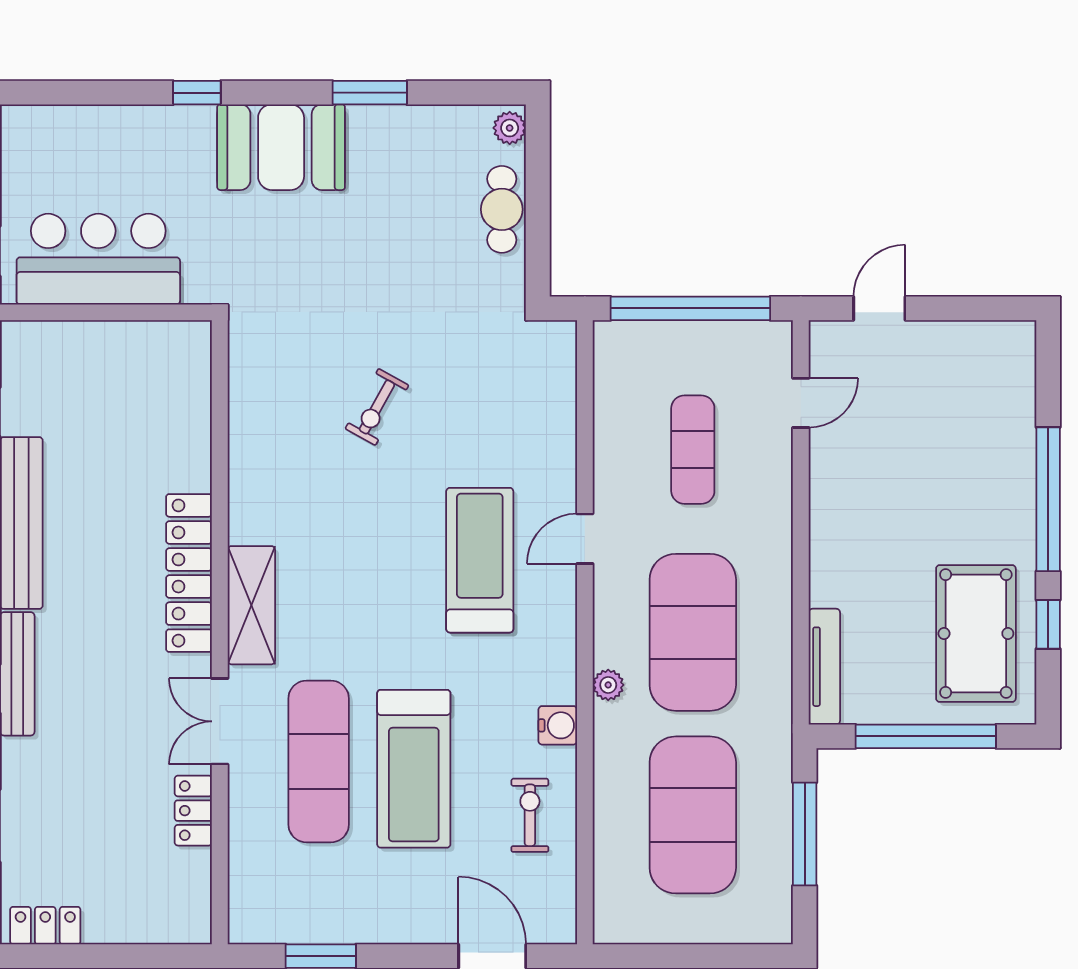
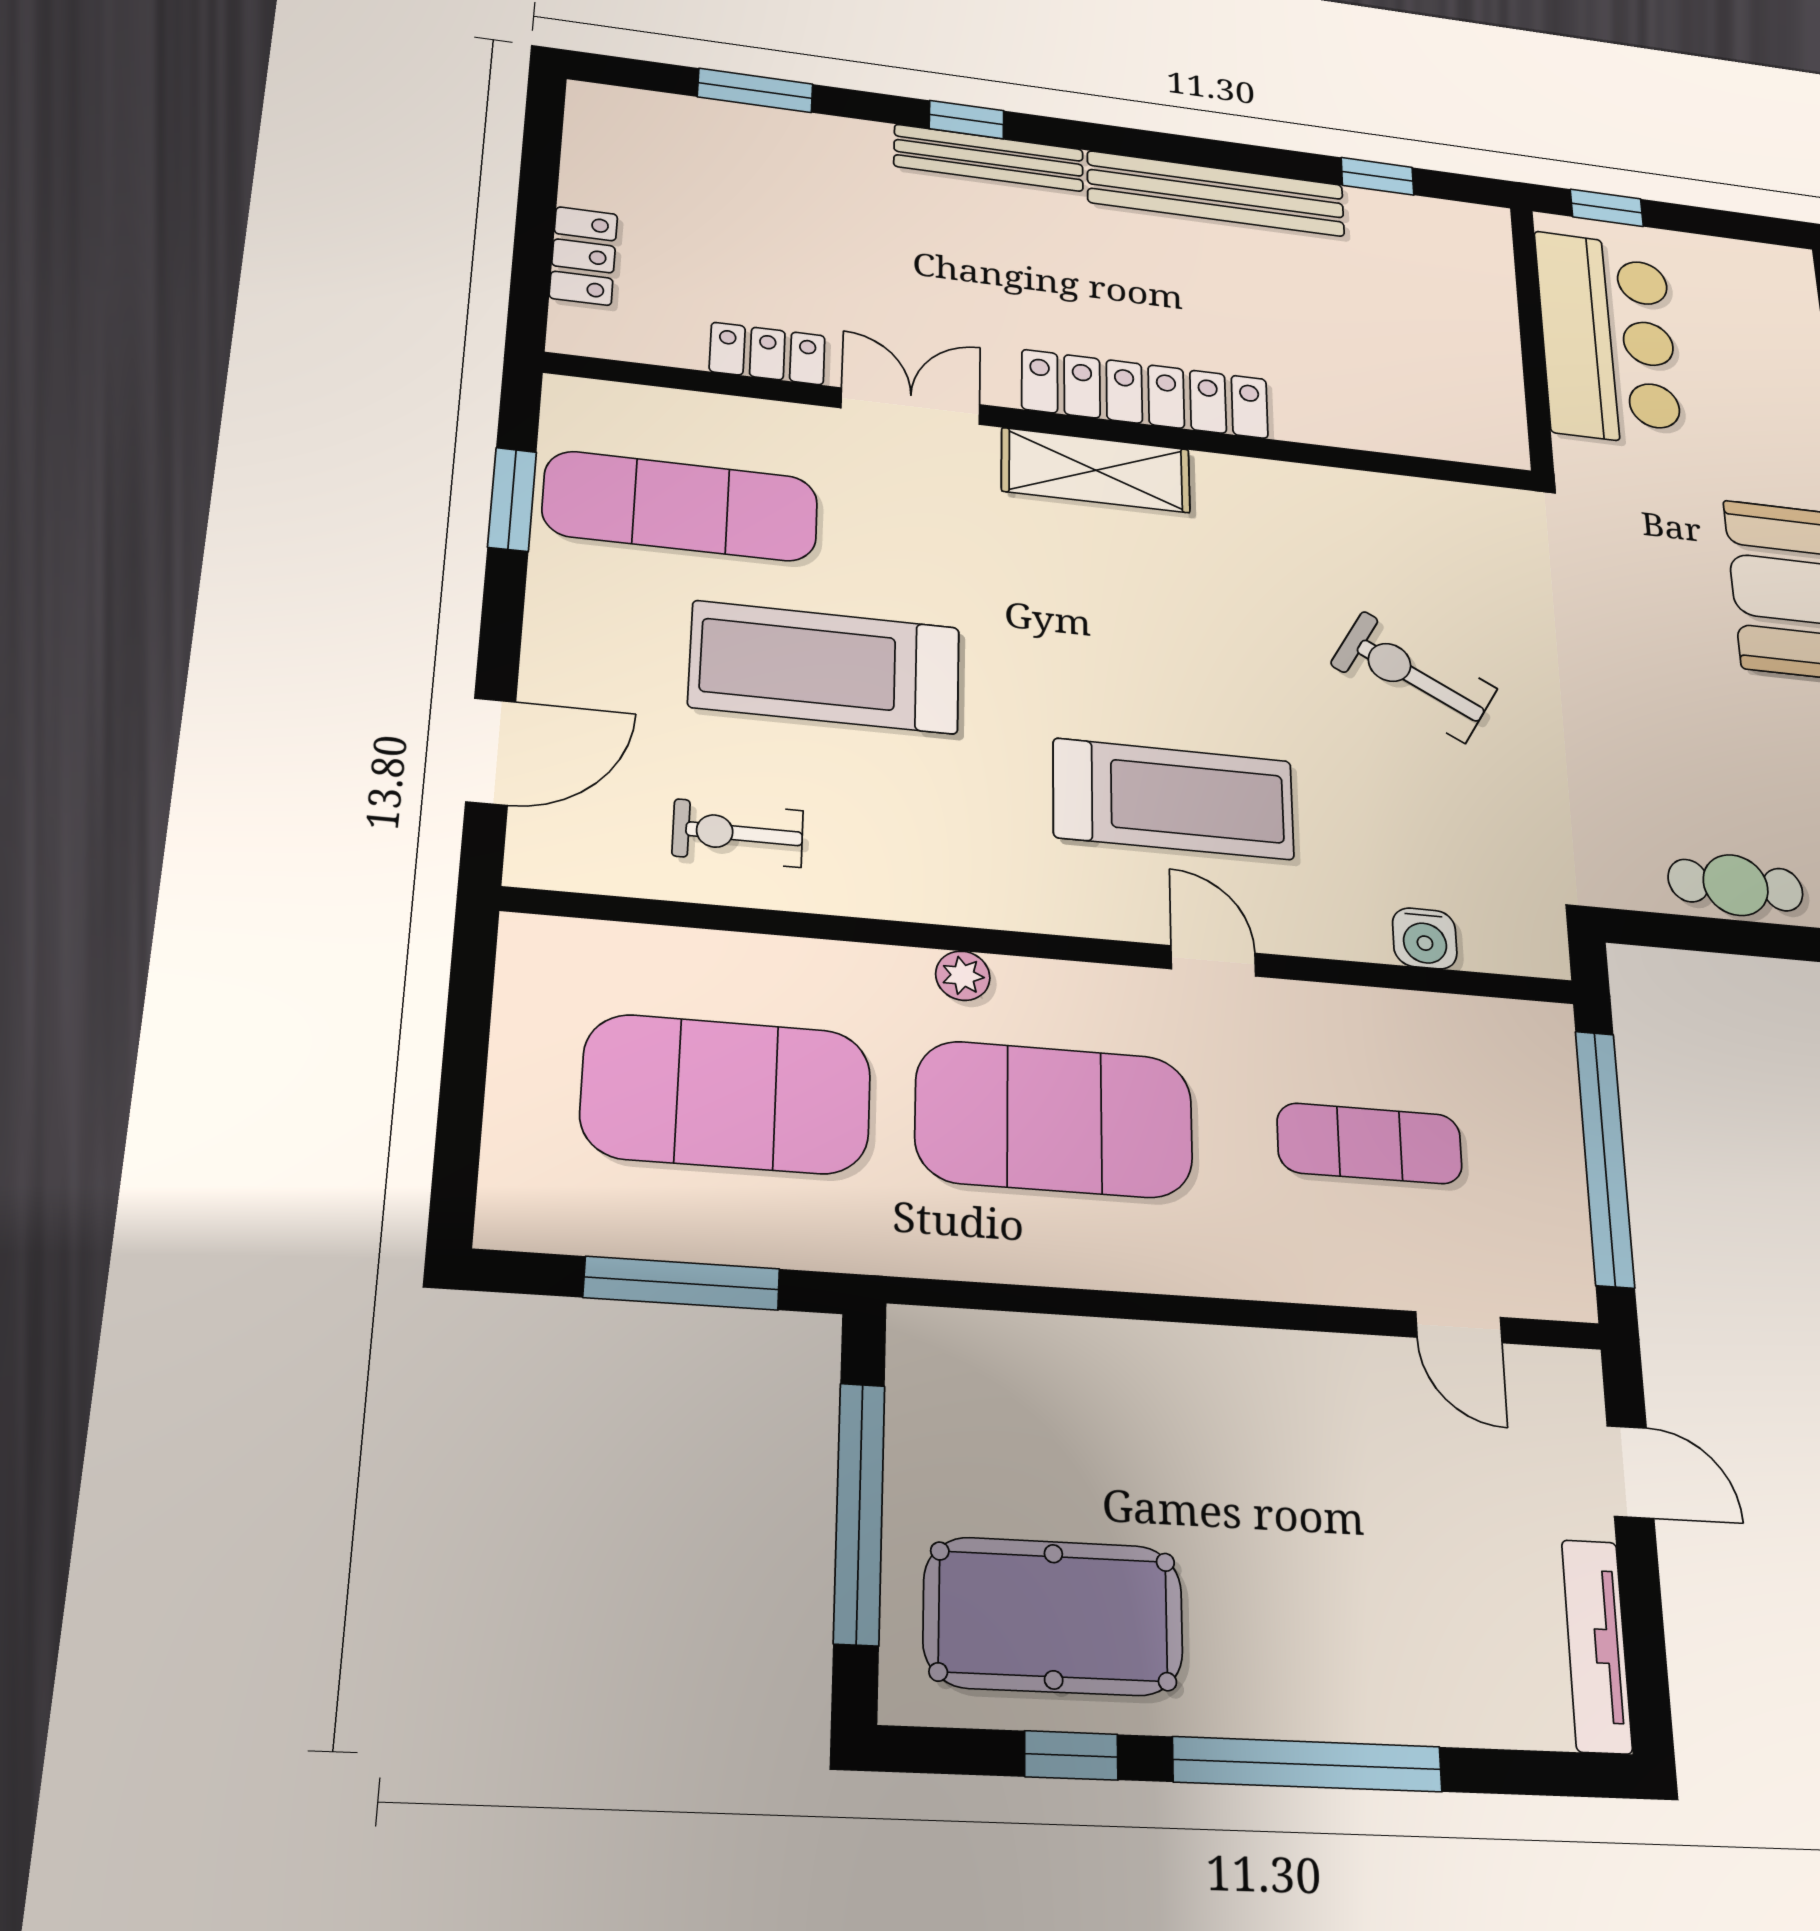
exercise bike: (377, 407) -> (1414, 677), width x1.38, depth x1.39
tv unit: (824, 667) -> (1597, 1646), moved, turned 90
water cooler: (558, 725) -> (1425, 938), moved
exercise mat: (319, 761) -> (681, 506), moved
exercise bike: (530, 815) -> (738, 833), turned 180
locker: (45, 926) -> (584, 256), moved

